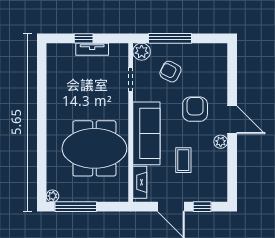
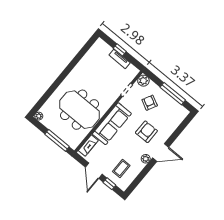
window: (170, 38) -> (173, 94), moved
door: (232, 120) -> (161, 152), hinge flipped
coffee table: (183, 160) -> (121, 168), moved
window: (76, 207) -> (57, 140), moved

